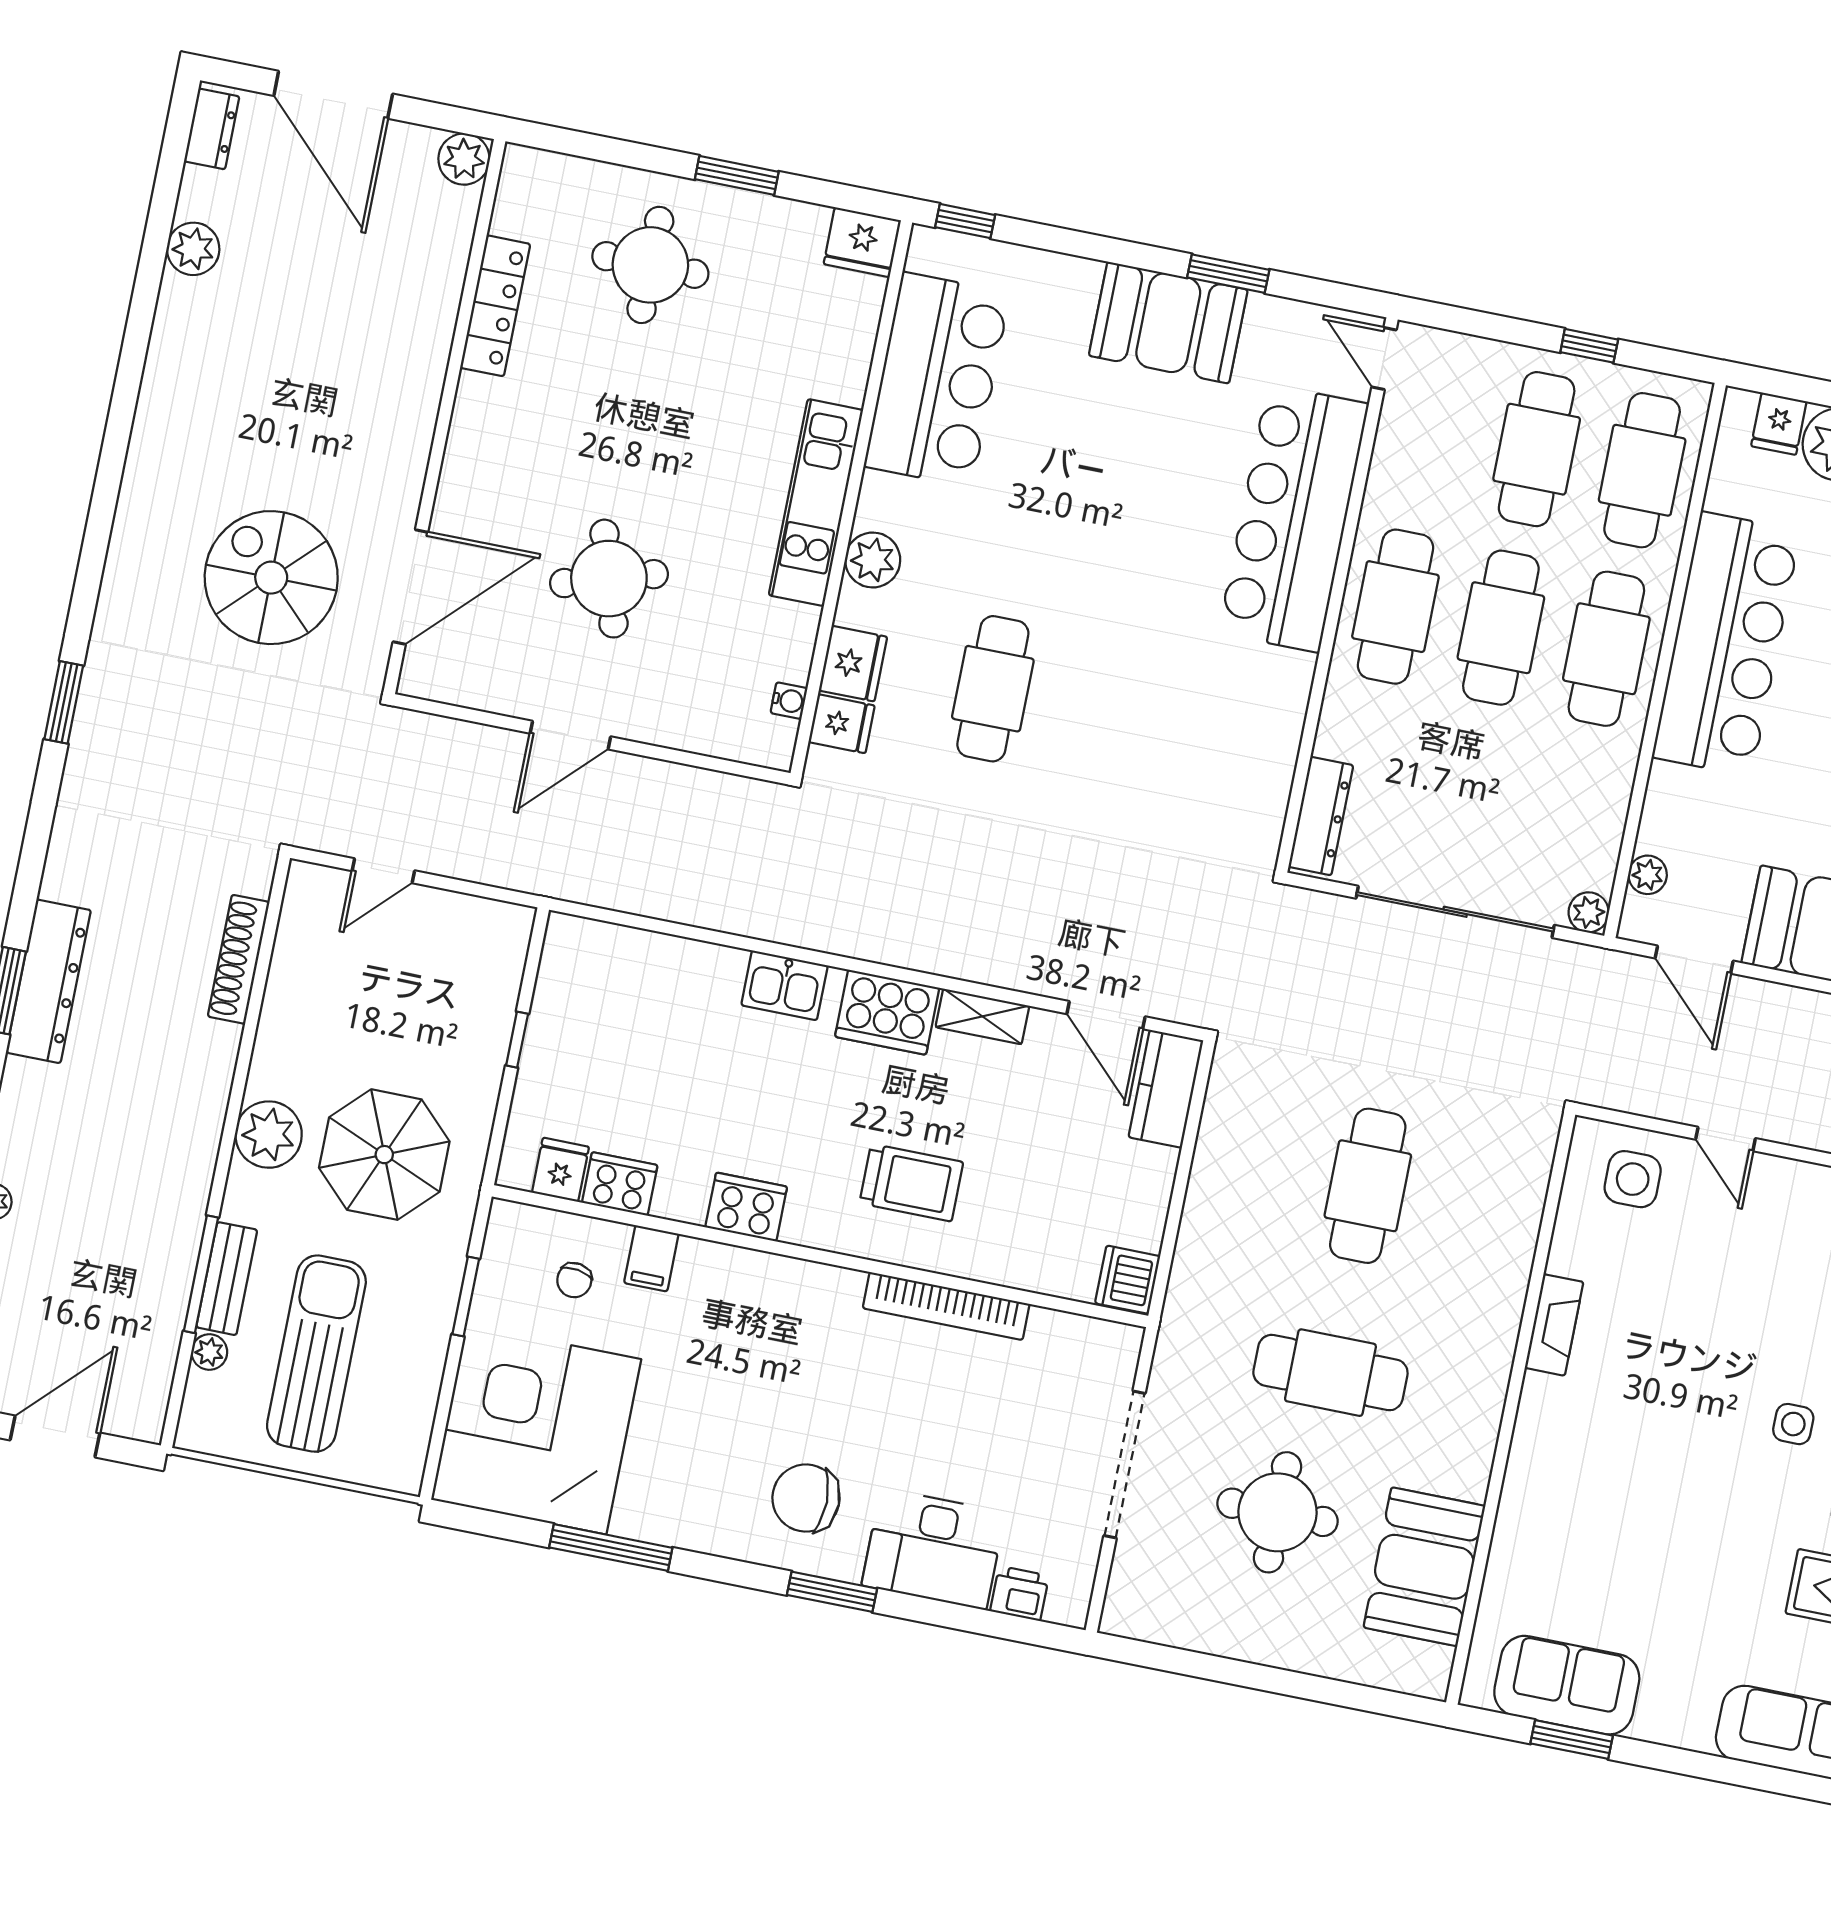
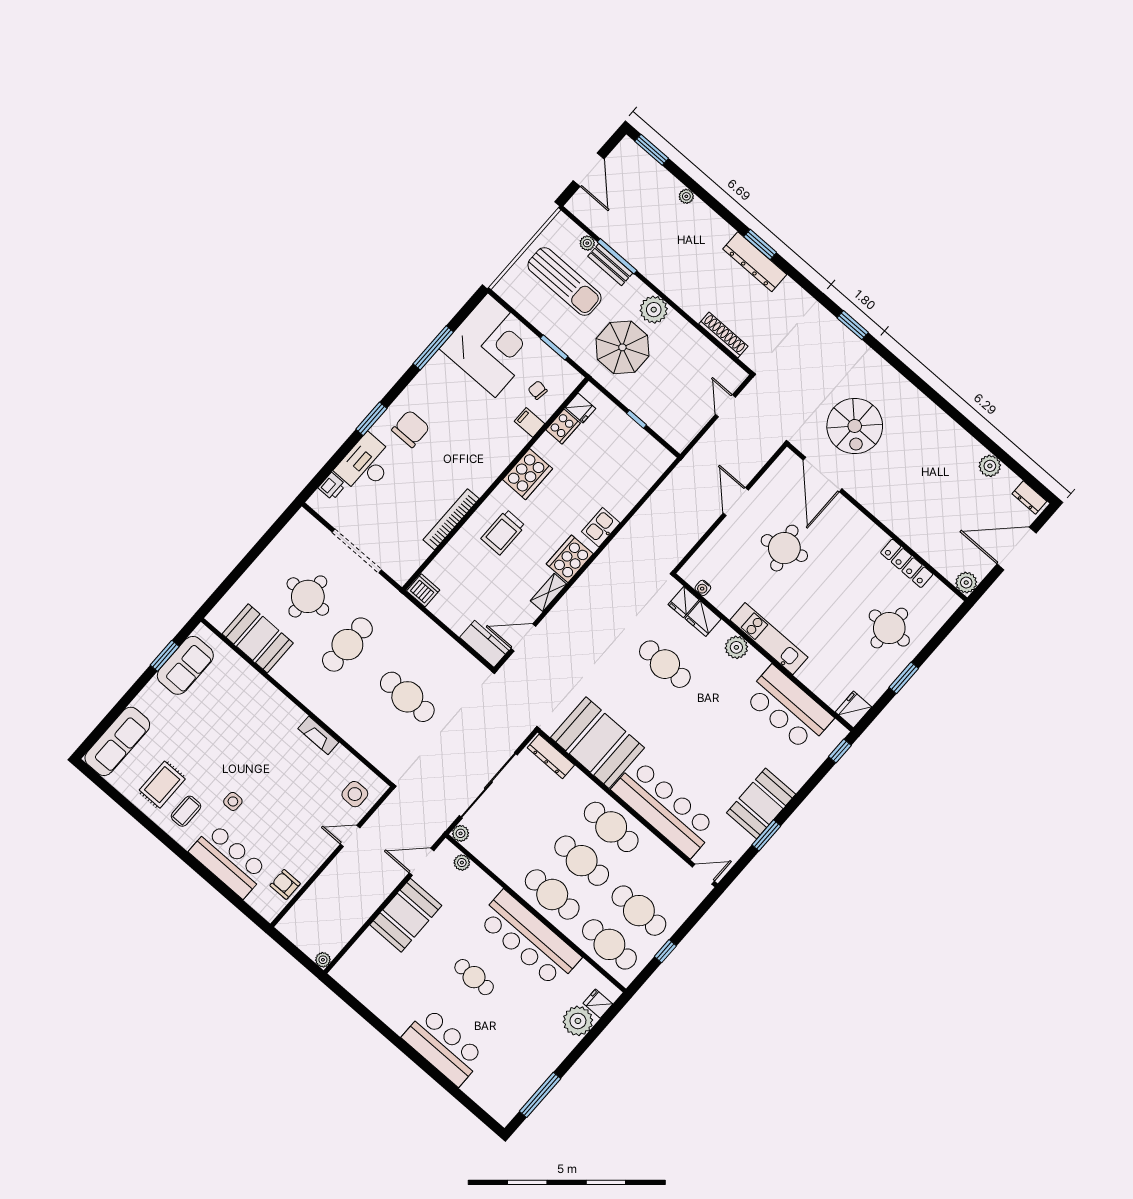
spiral stairs: (271, 578) -> (855, 426), turned 90
booth: (1236, 735) -> (598, 743), added
cooker: (746, 1207) -> (527, 474), width x1.37, depth x1.31

